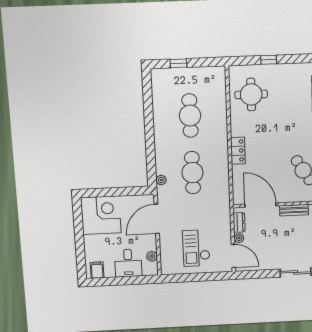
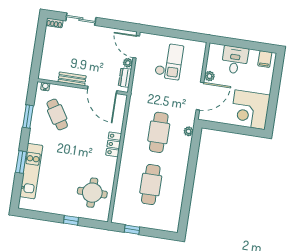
window: (178, 63) -> (132, 230), moved
plant: (152, 256) -> (209, 76), moved

